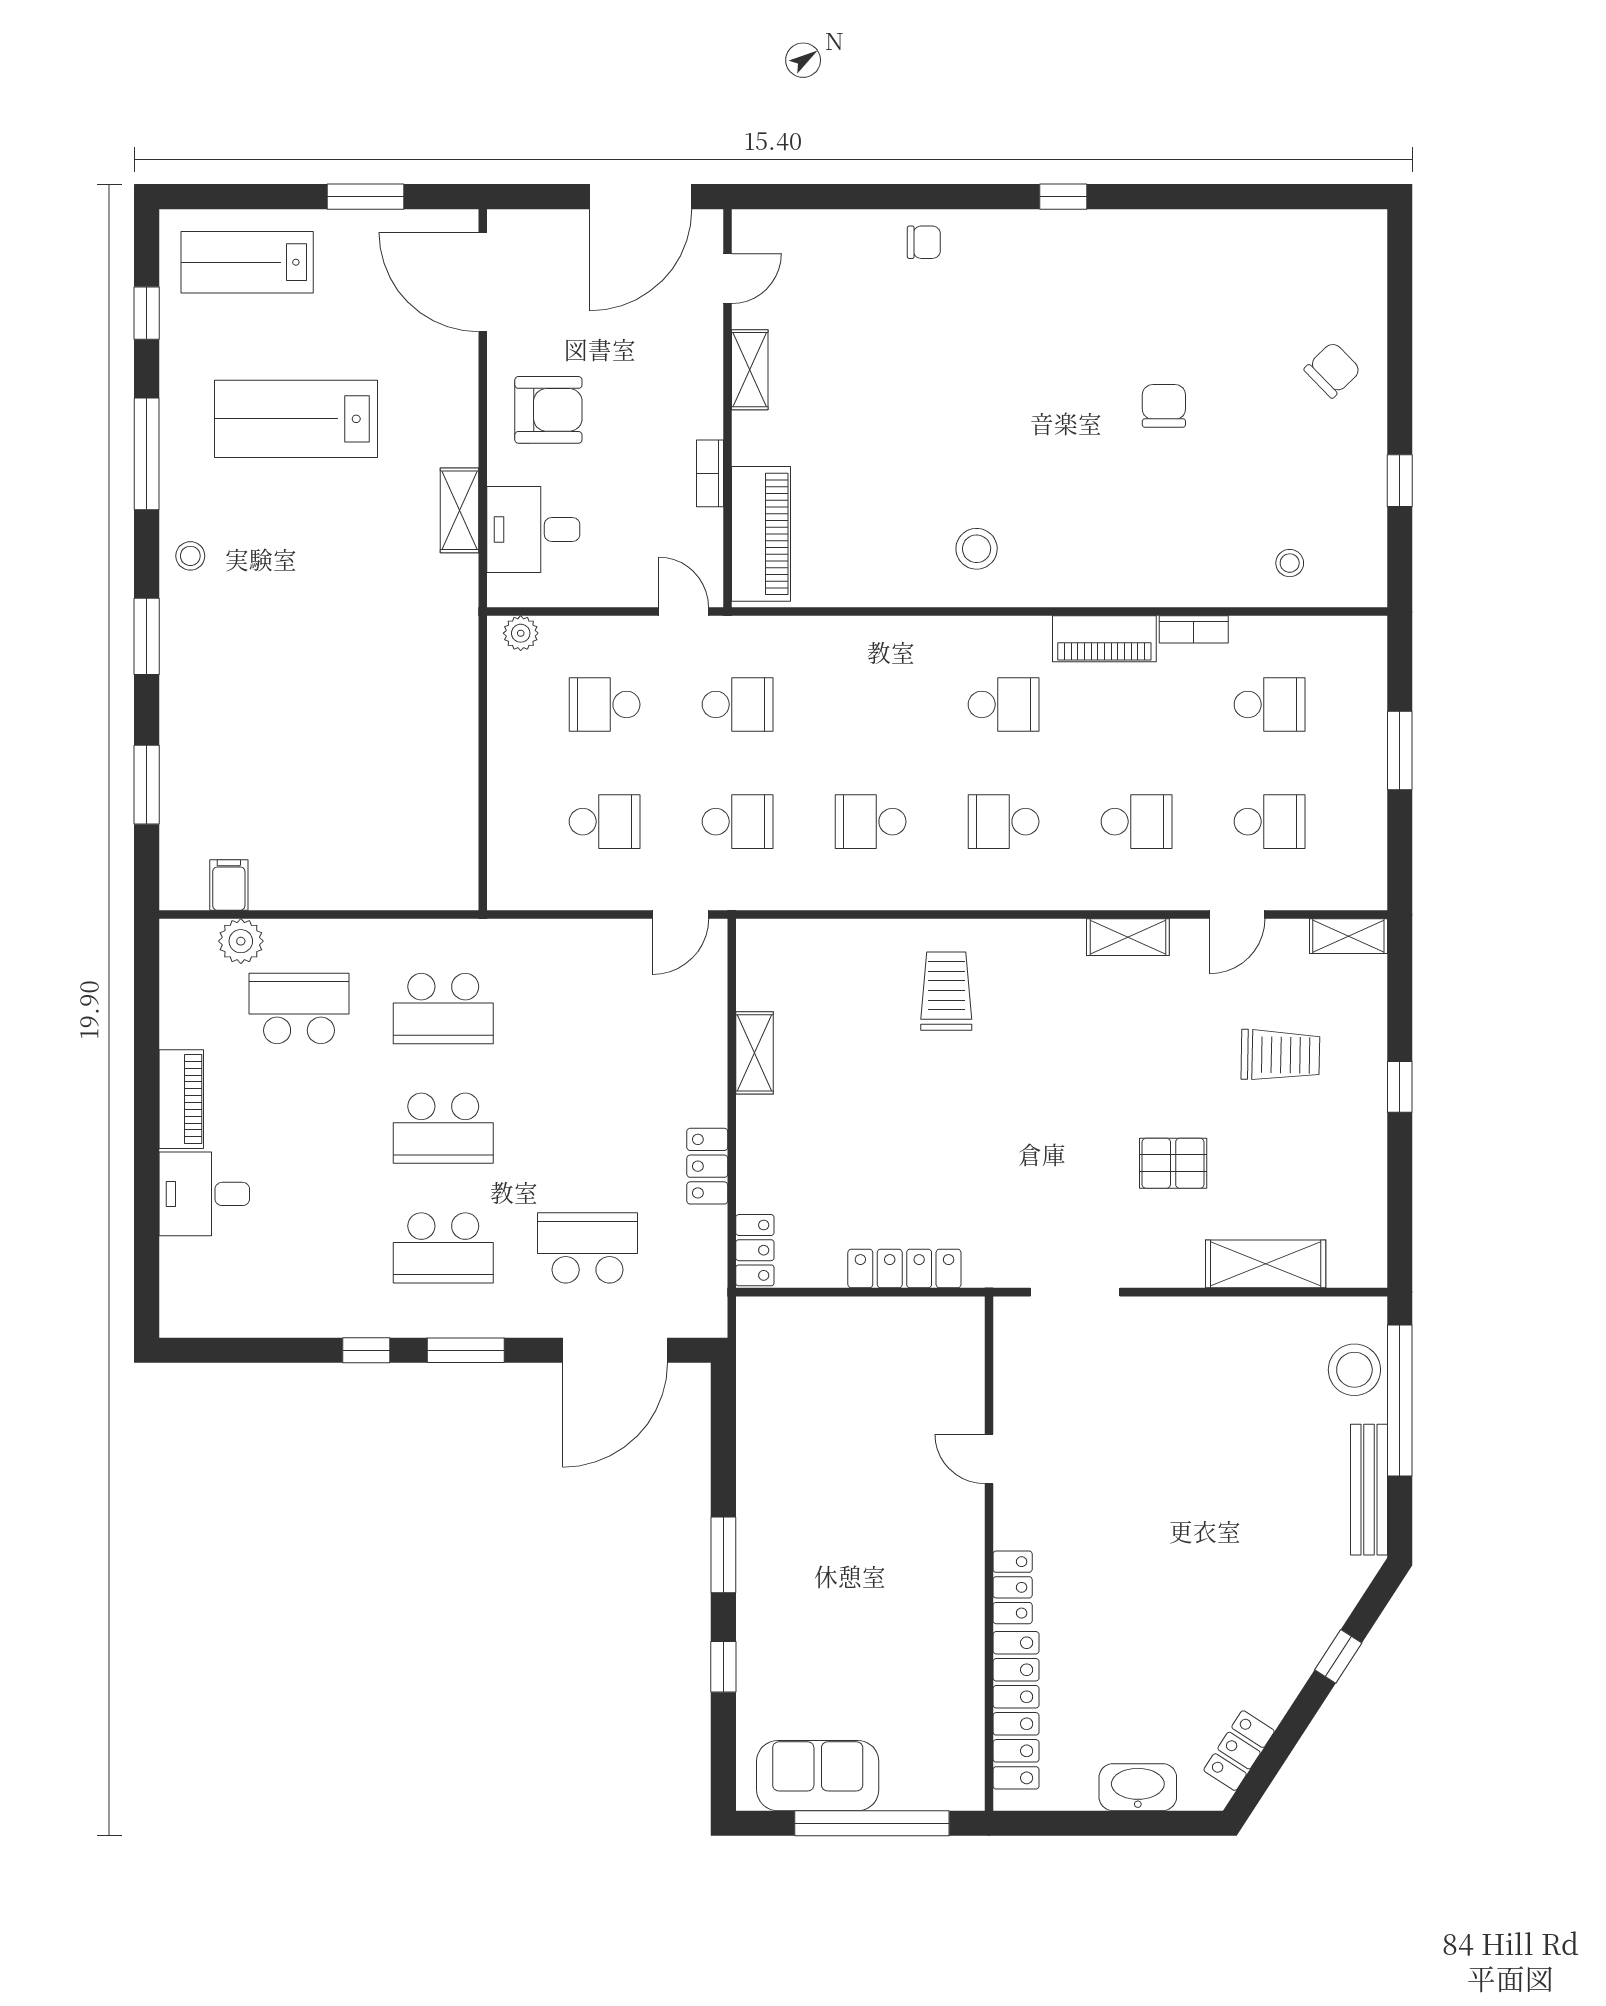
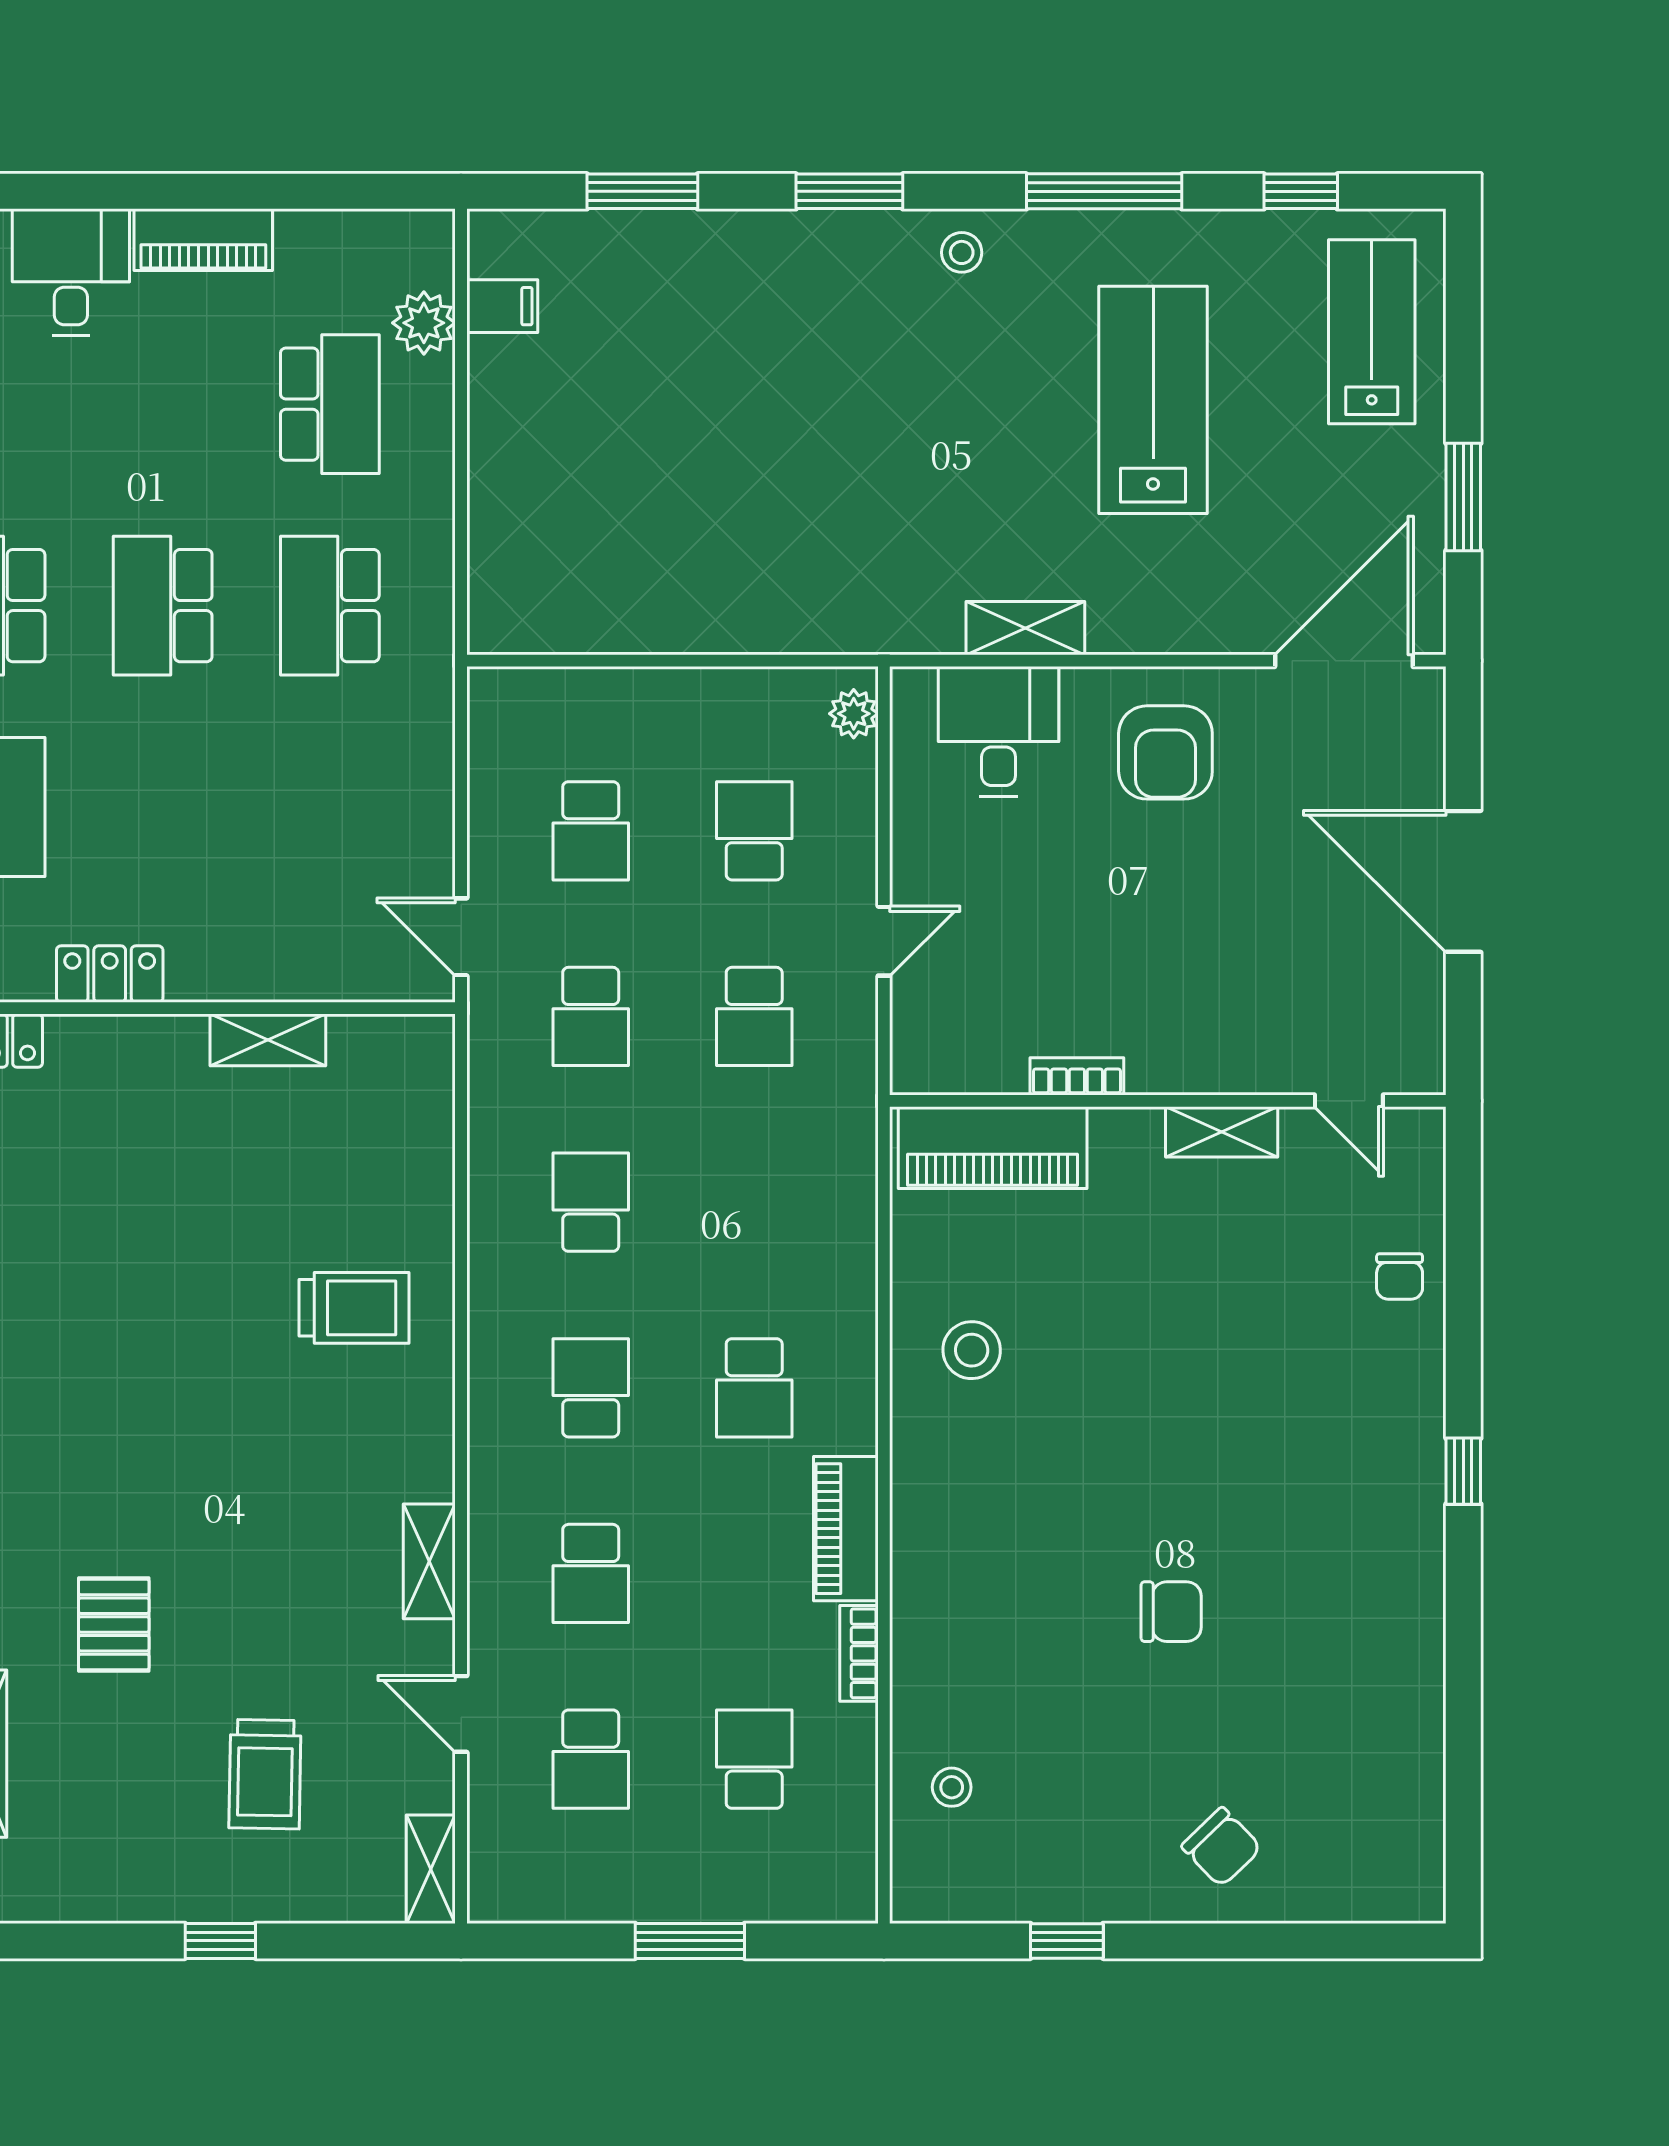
door: (728, 279) -> (1349, 1101), moved
shelving: (750, 370) -> (1222, 1132), moved
wall: (728, 408) -> (1168, 1101), moved
bookcase: (710, 473) -> (1077, 1076), moved
piano: (761, 534) -> (993, 1148), moved
school desk: (1270, 704) -> (754, 1759), turned 180

